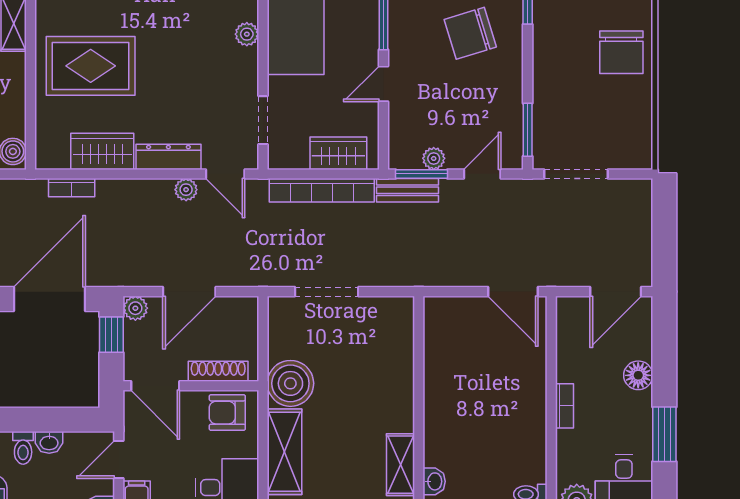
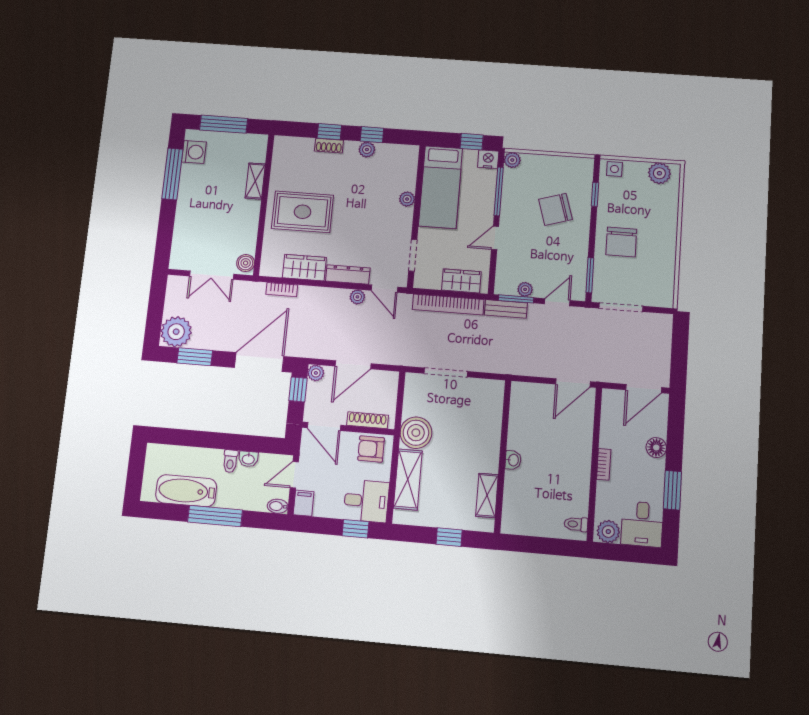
chair: (621, 52) -> (621, 242), moved
door: (513, 292) -> (573, 383), hinge flipped
washbasin: (434, 481) -> (513, 460), moved

